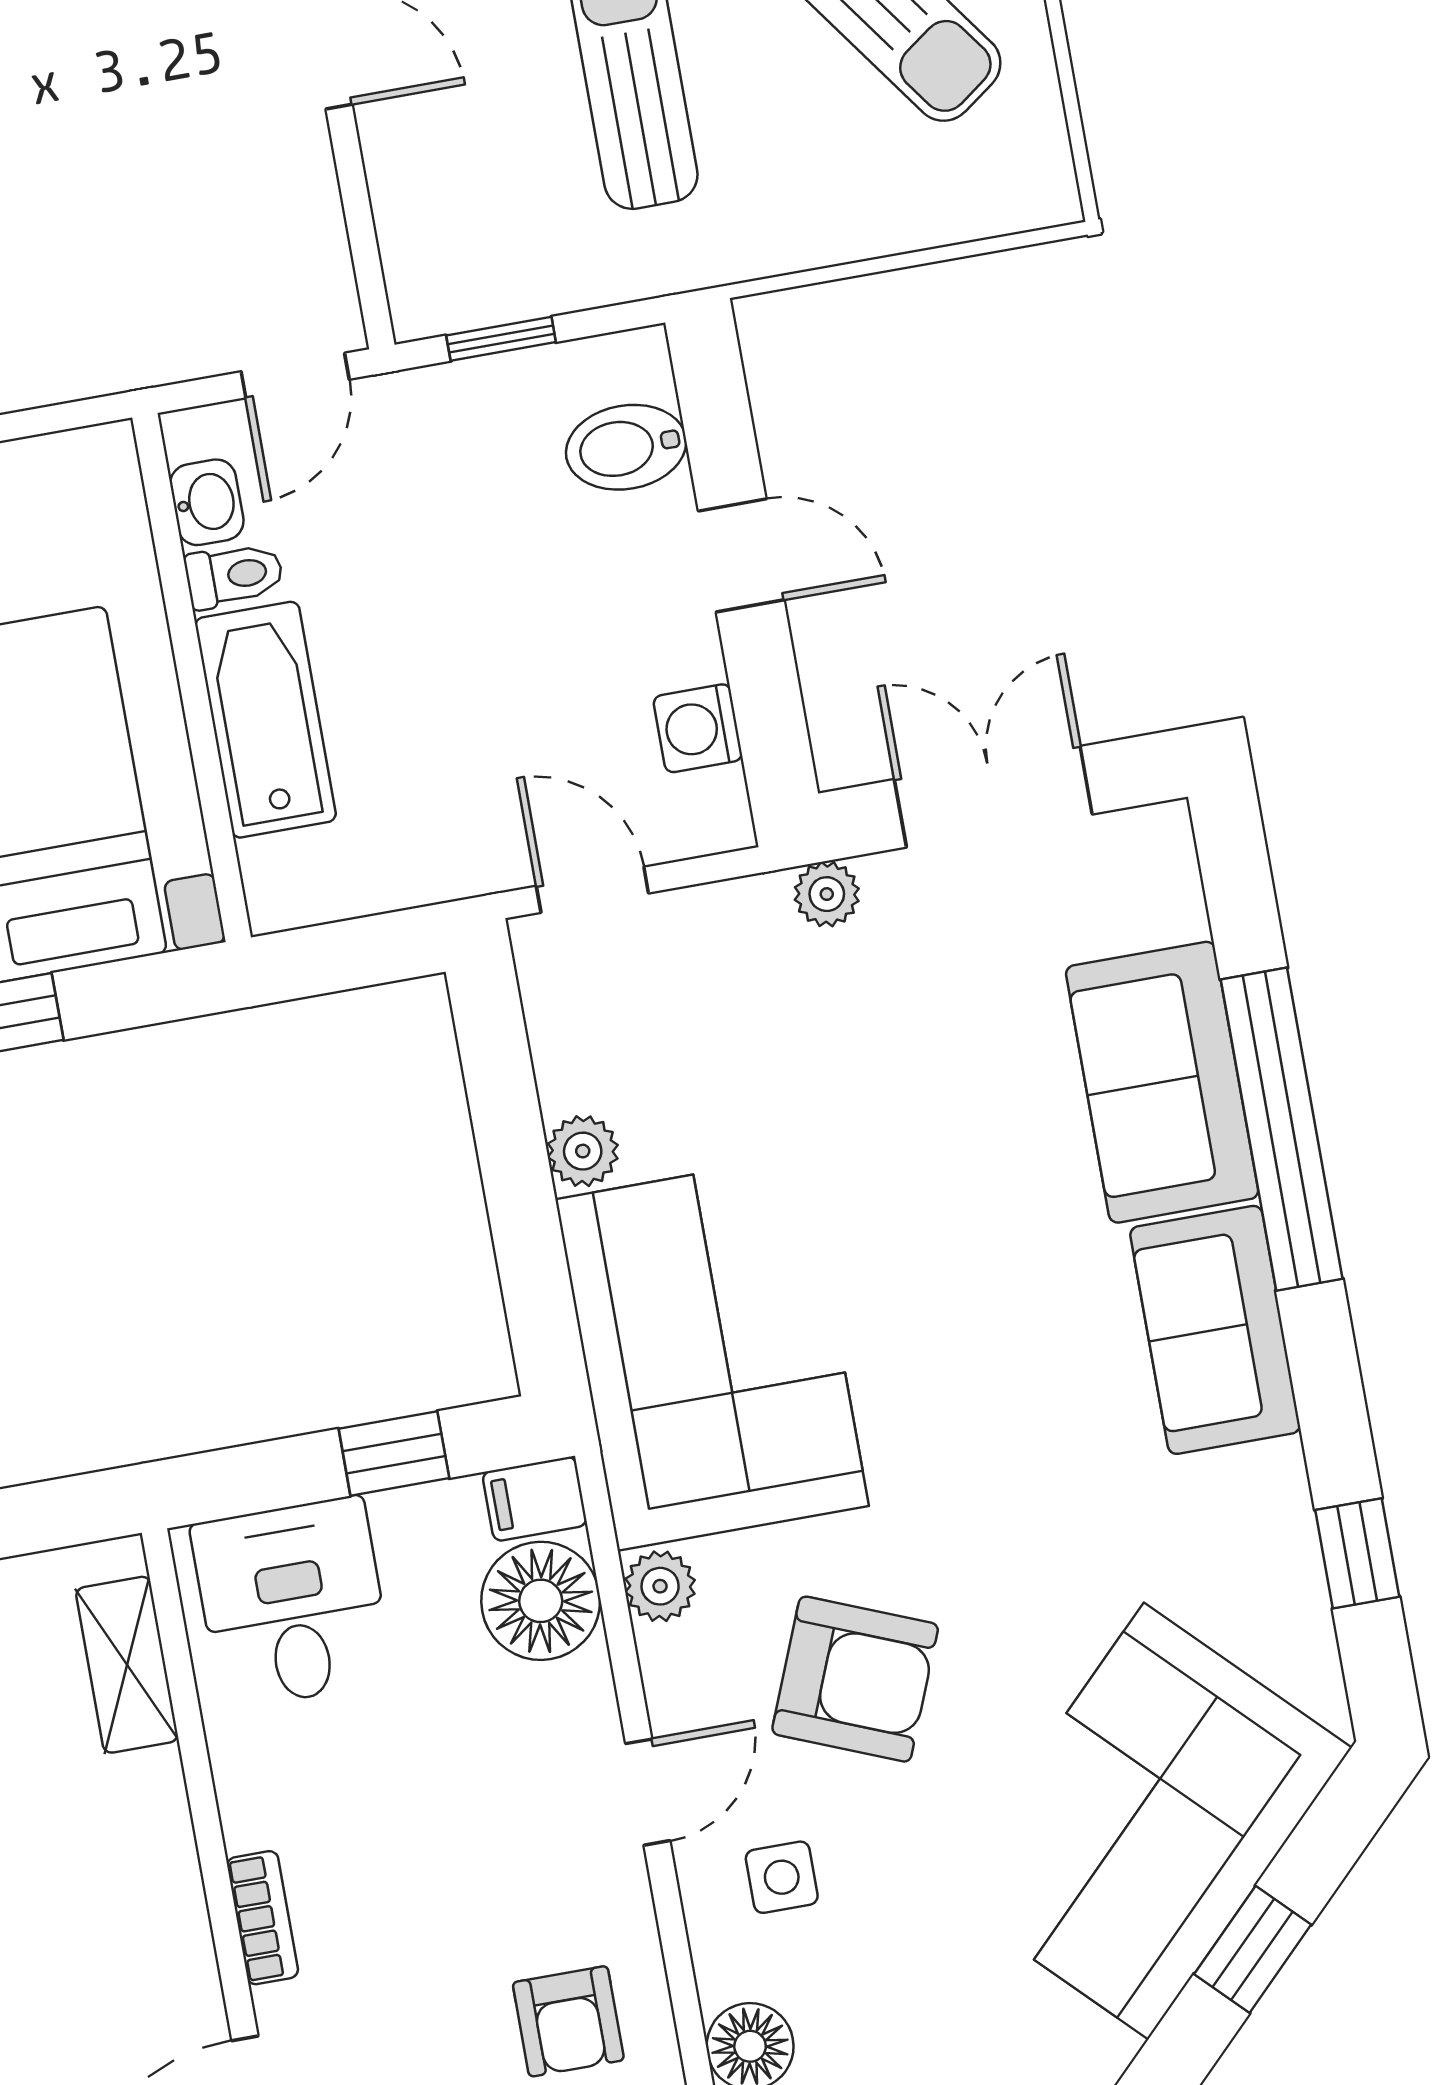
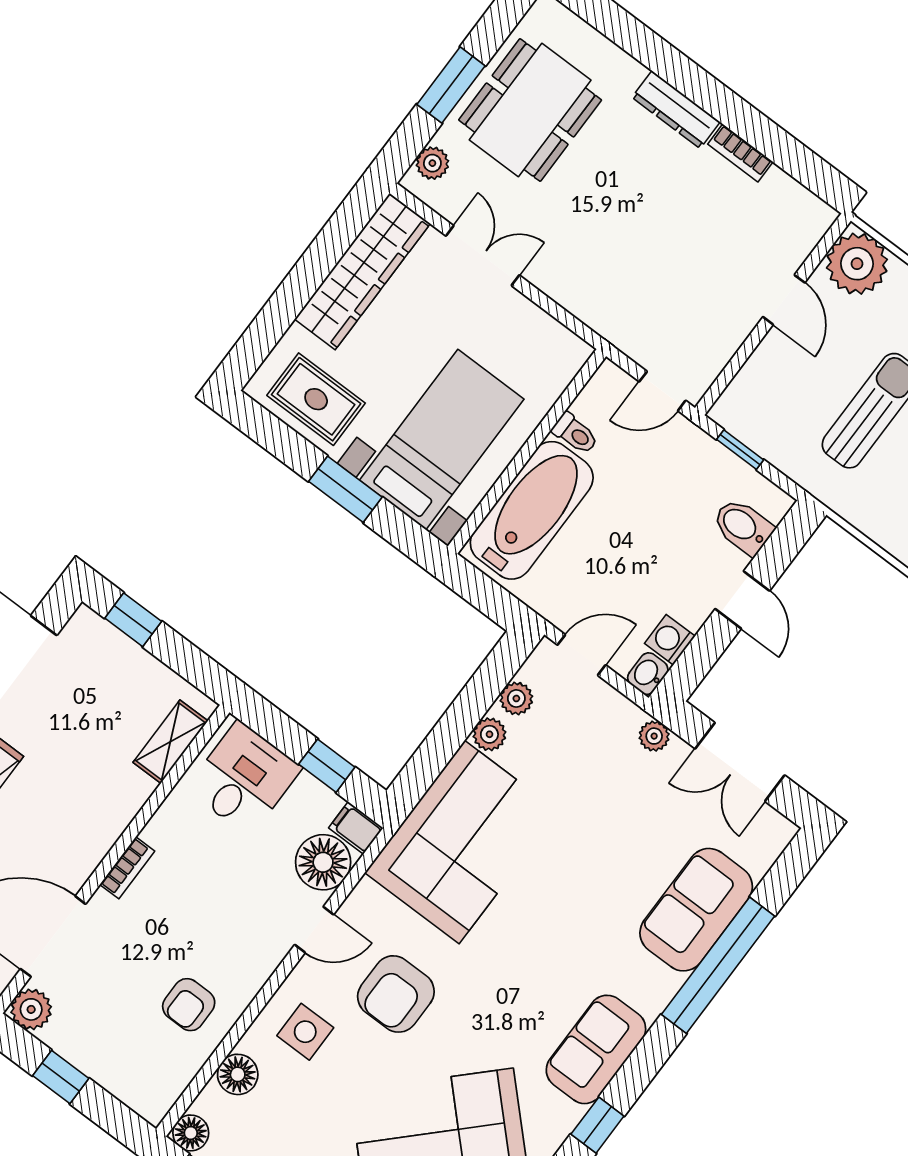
washbasin: (207, 502) -> (648, 674), moved, turned 180
bathtub: (266, 720) -> (532, 510), width x1.36, depth x1.36
double door: (993, 797) -> (740, 762), swing flipped
door: (592, 890) -> (582, 655), hinge flipped
sofa: (1215, 1330) -> (596, 1049), moved
plant: (660, 1586) -> (516, 698), moved
armchair: (855, 1679) -> (396, 994), turned 68
door: (648, 1792) -> (314, 930), moved
side table: (782, 1877) -> (305, 1032), width x1.37, depth x1.37

